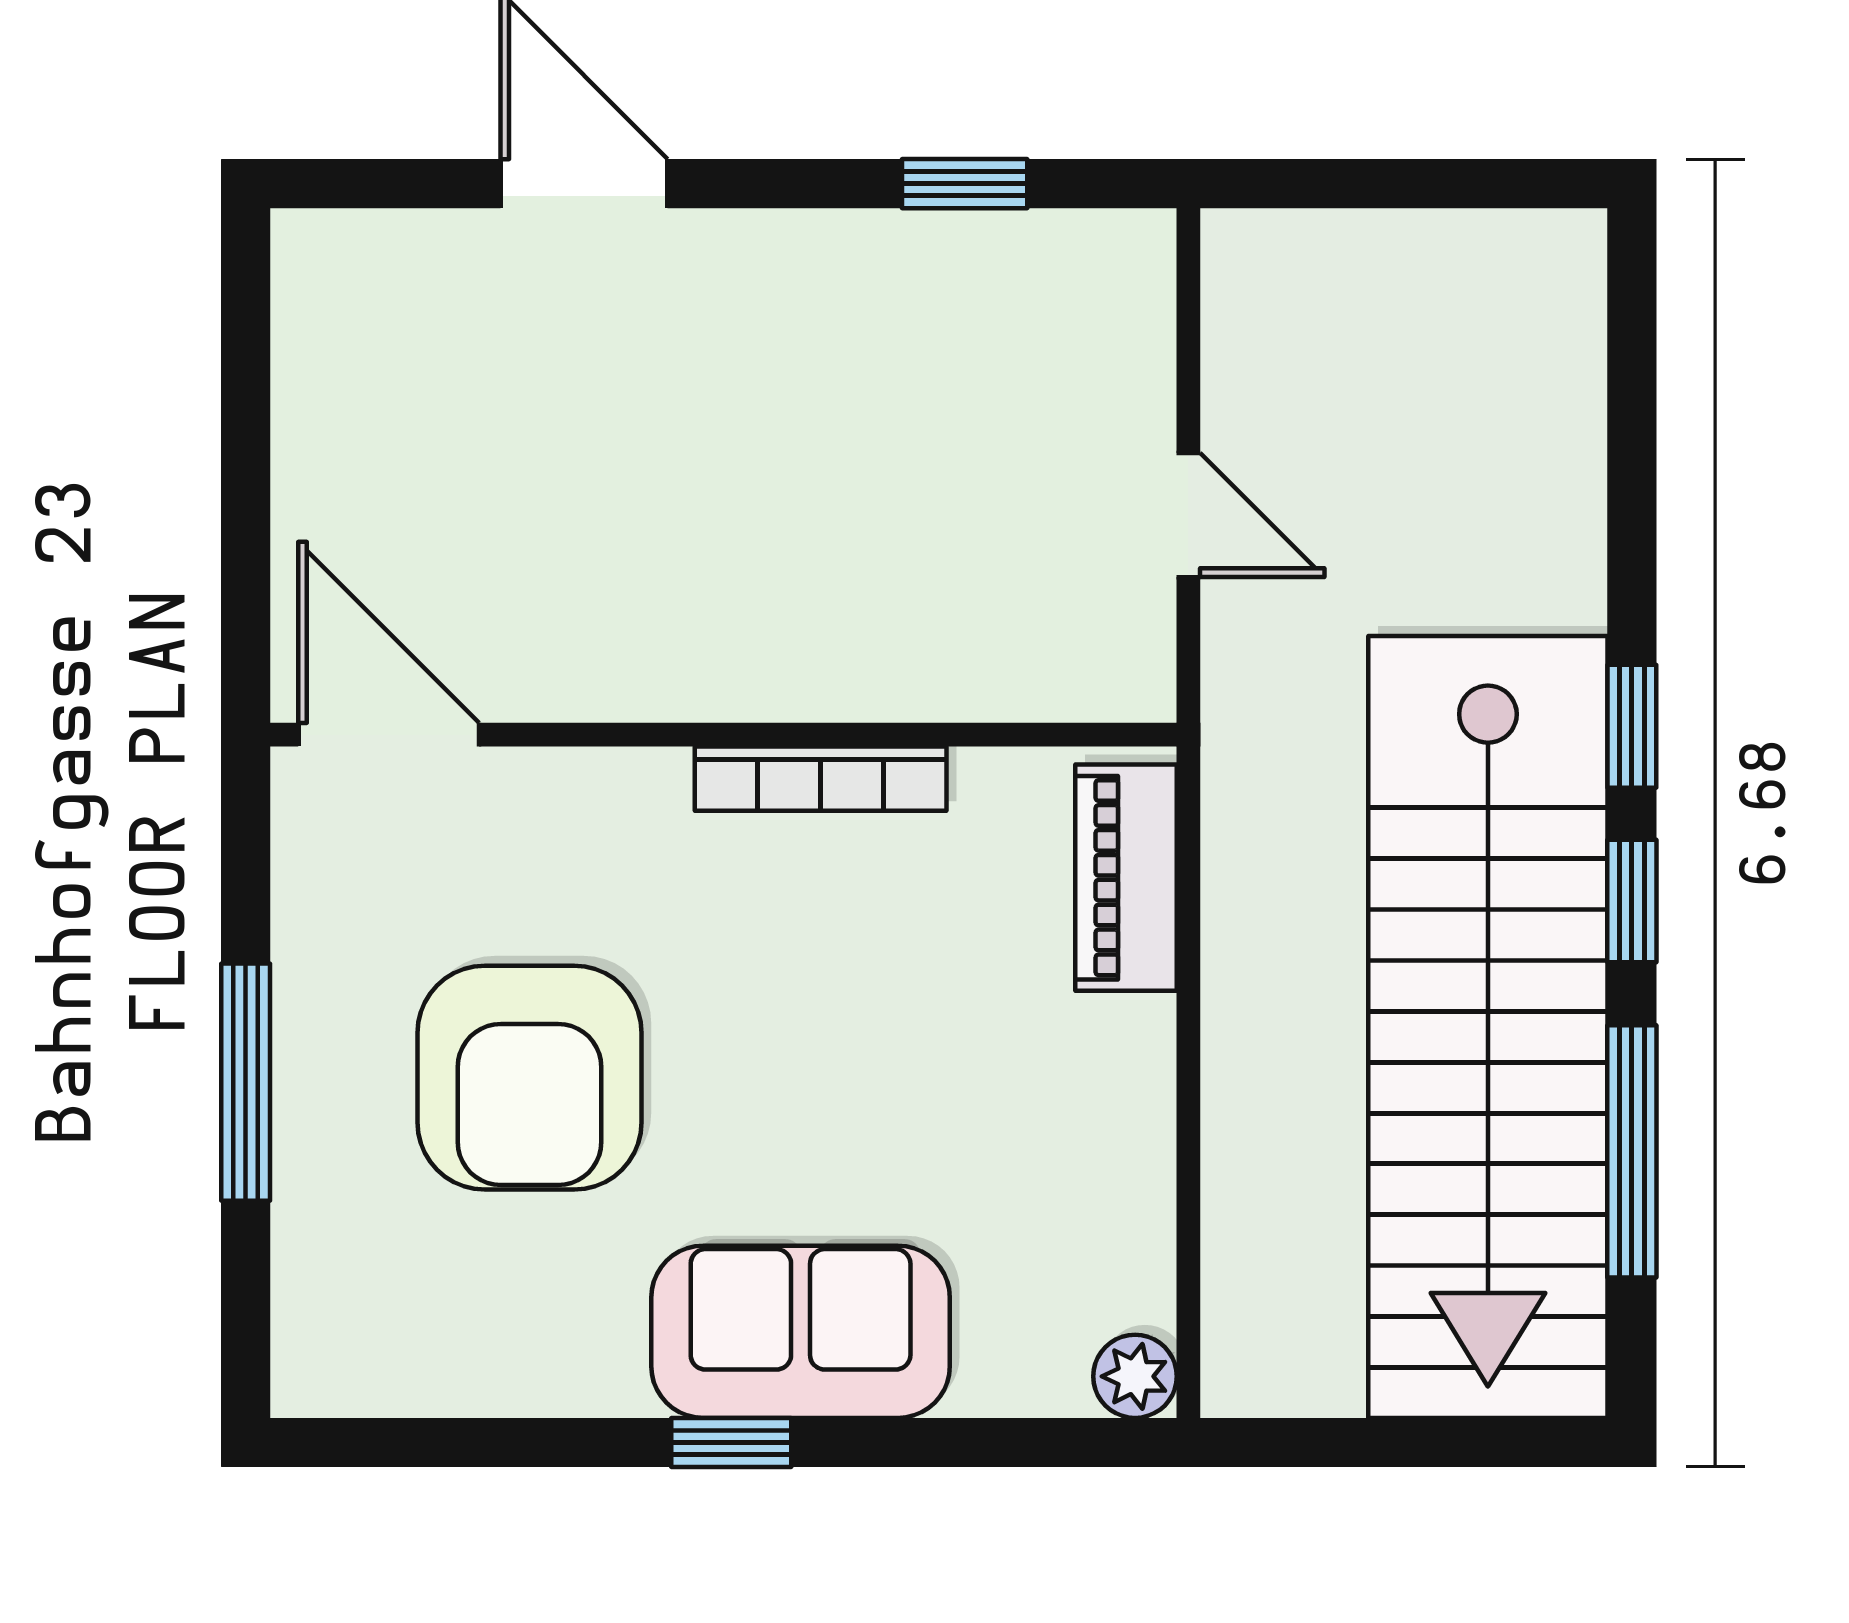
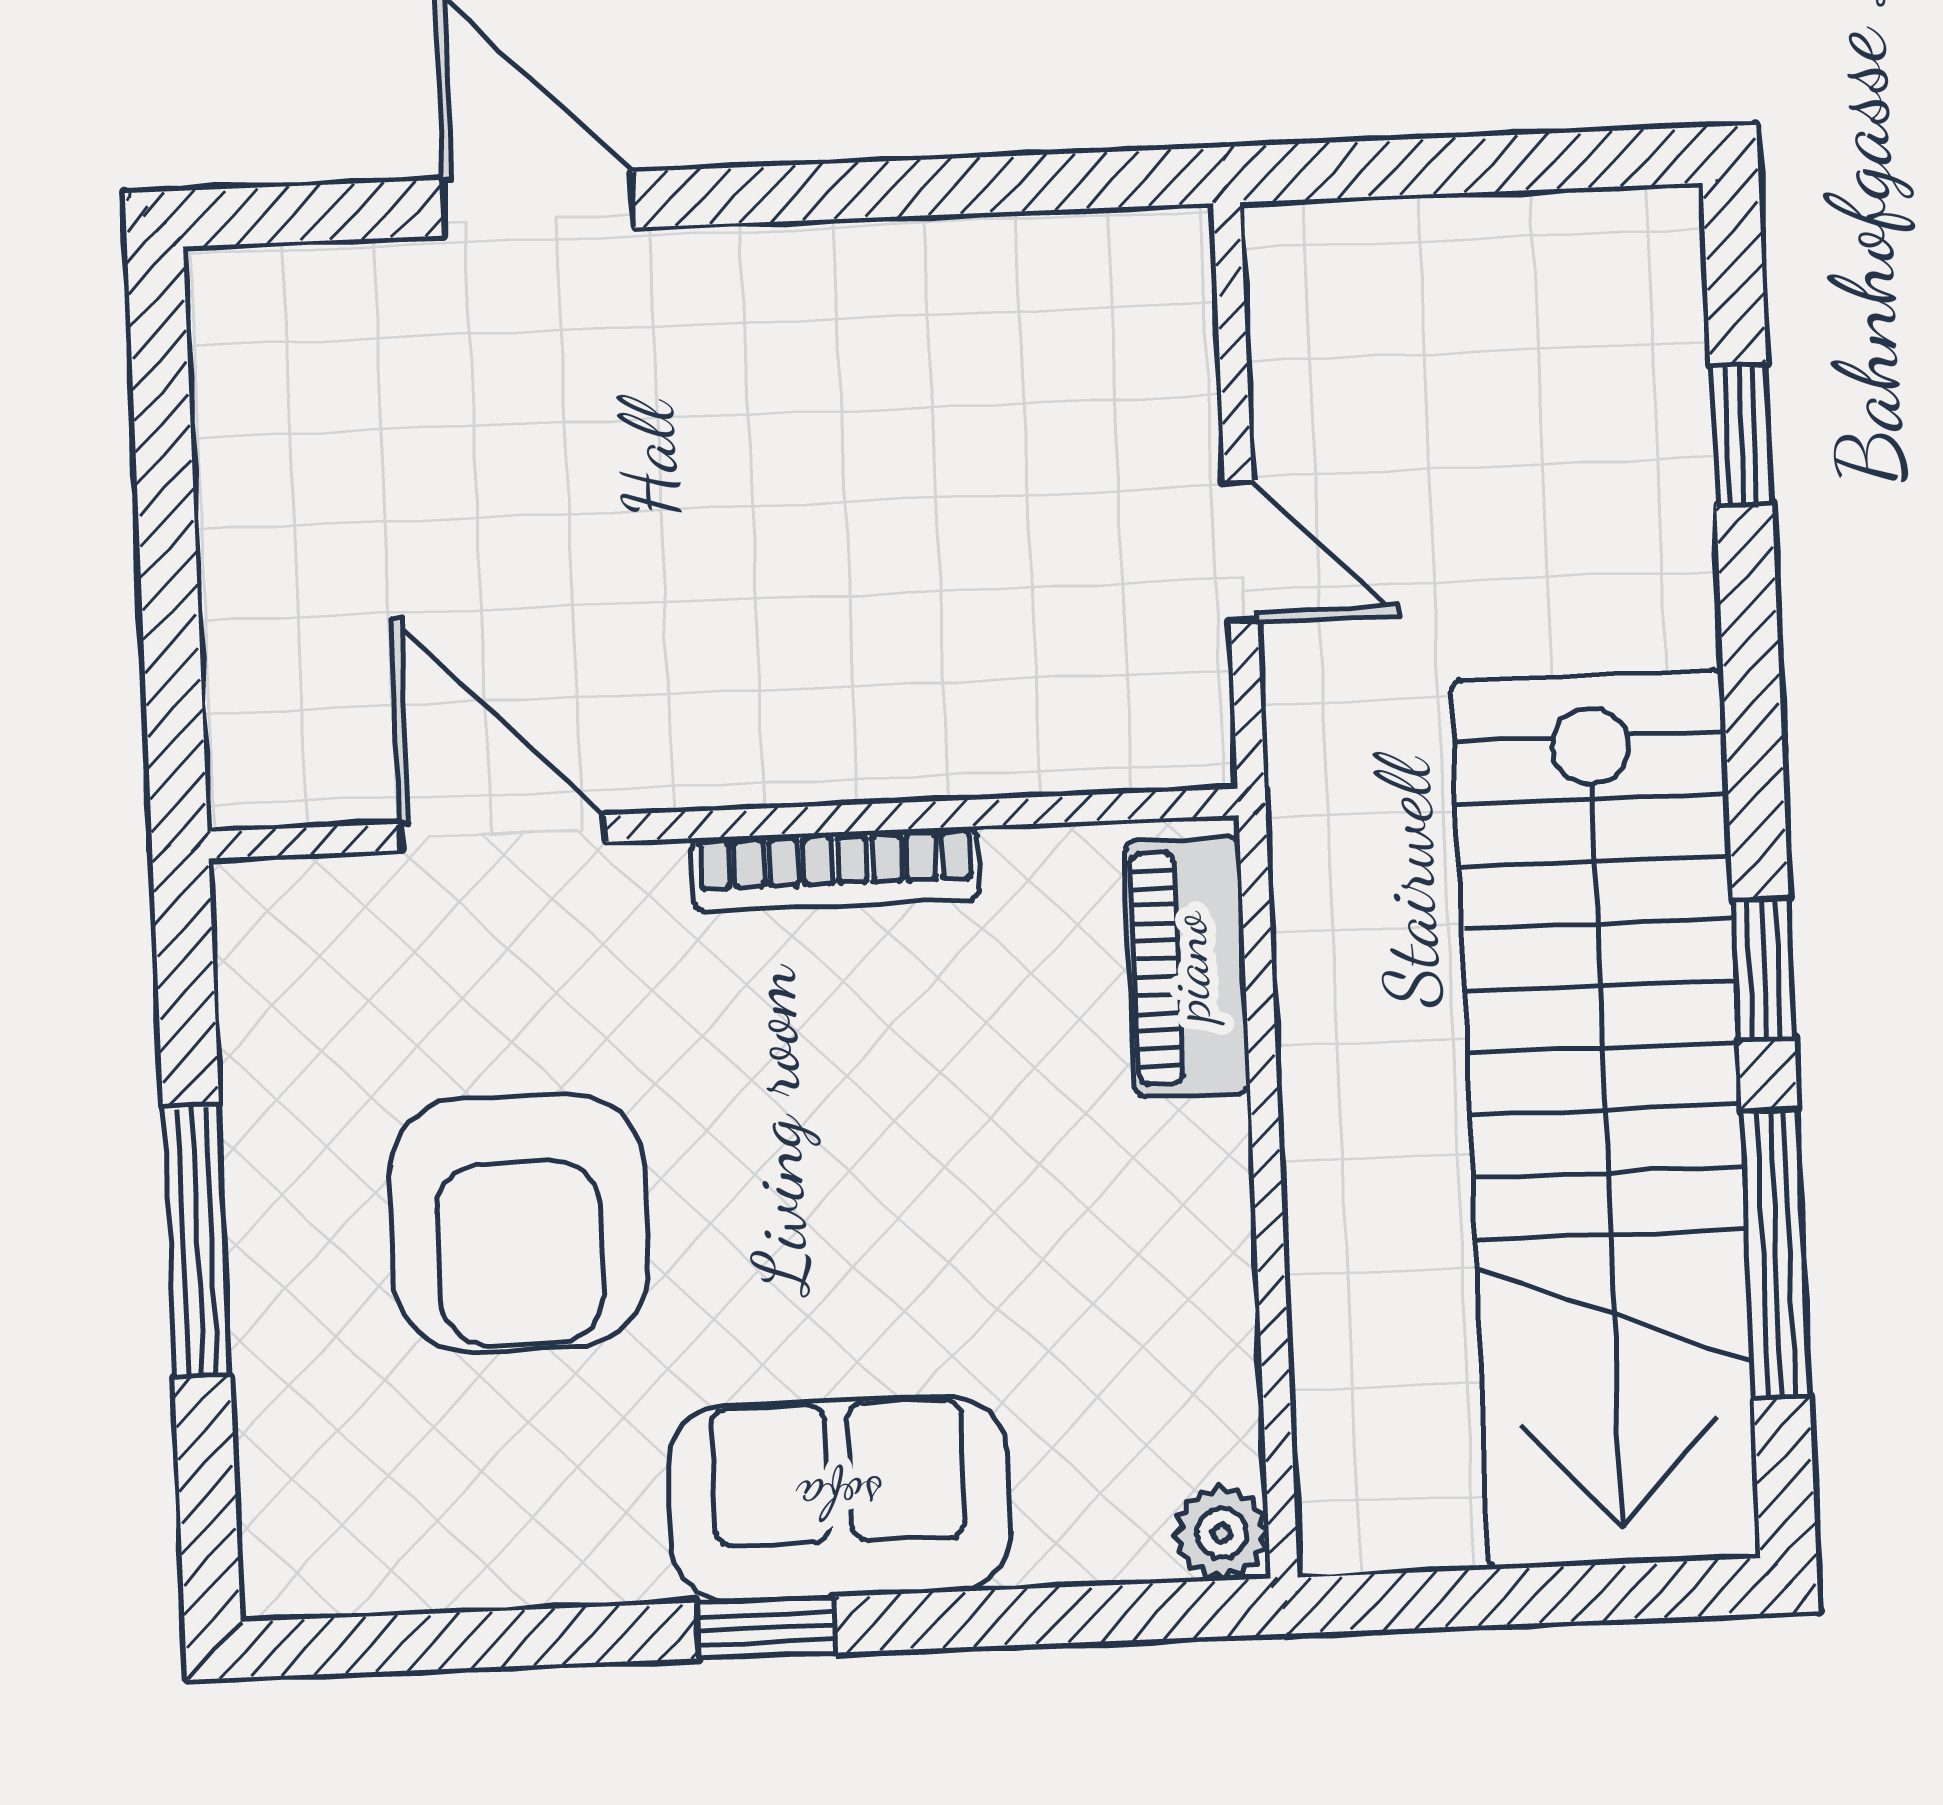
window: (965, 184) -> (971, 186), removed
window: (1632, 726) -> (1741, 435), moved
door: (389, 735) -> (503, 833), moved

